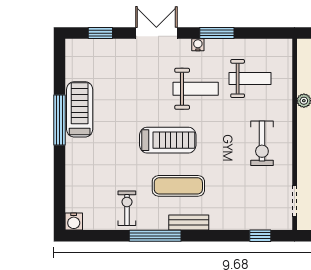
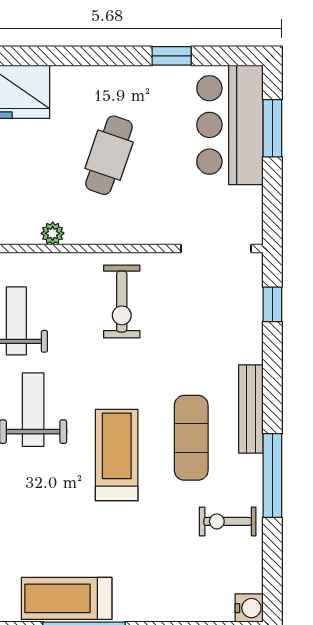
exercise bike: (262, 143) -> (122, 302), turned 90
doorway: (295, 201) -> (216, 249), width x1.38
bench: (189, 223) -> (251, 409), width x1.36

